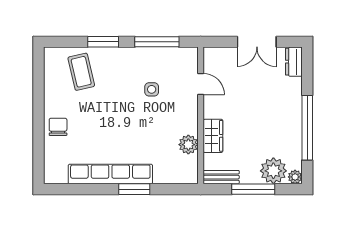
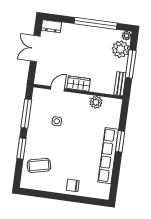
double door: (257, 42) -> (35, 49), swing flipped
wardrobe: (213, 136) -> (79, 84), moved

